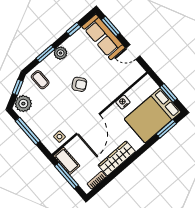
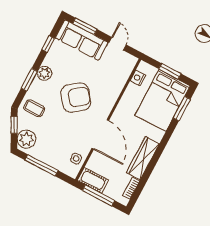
door: (133, 52) -> (118, 44), swing flipped
armchair: (79, 84) -> (76, 98), width x1.88, depth x1.88
nightstand: (123, 102) -> (138, 78), moved

